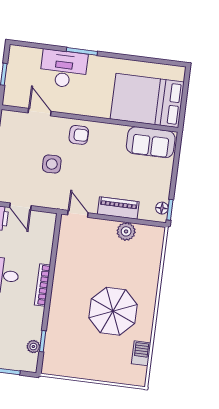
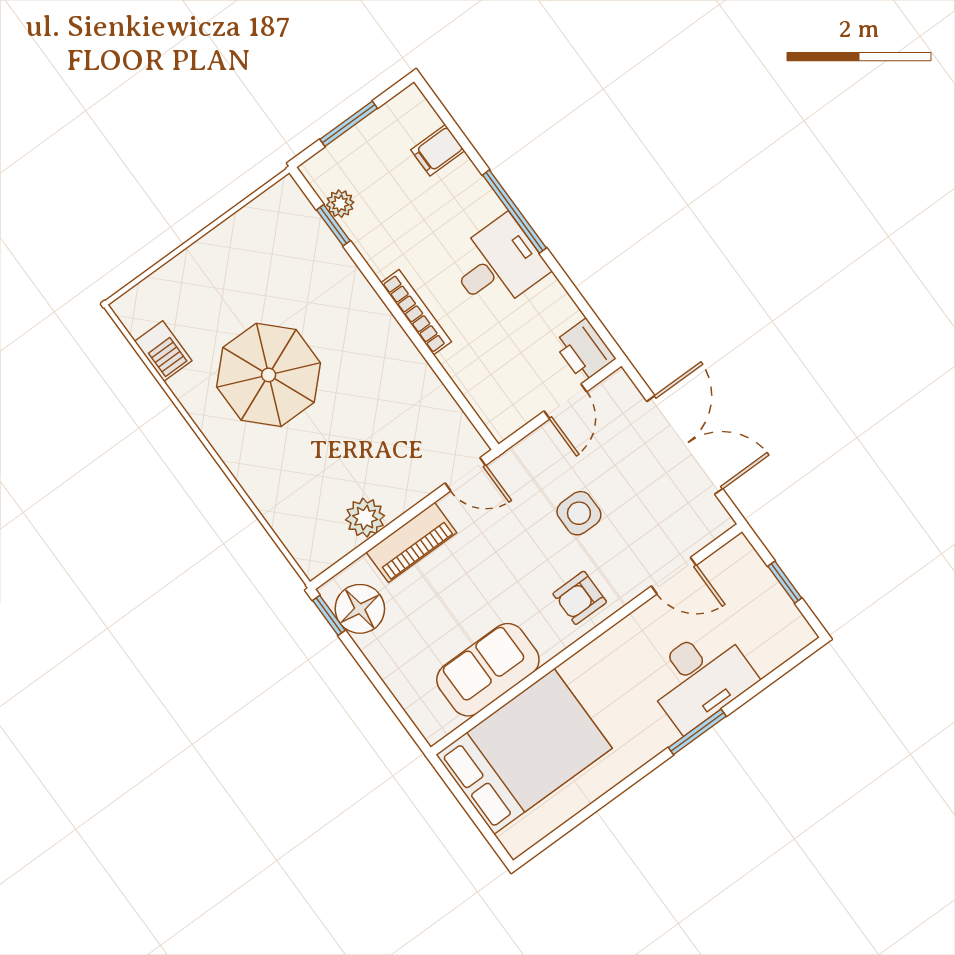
sofa: (151, 142) -> (488, 670), moved
door: (20, 207) -> (565, 401), swing flipped
floor lamp: (162, 208) -> (360, 609), width x1.89, depth x1.89

